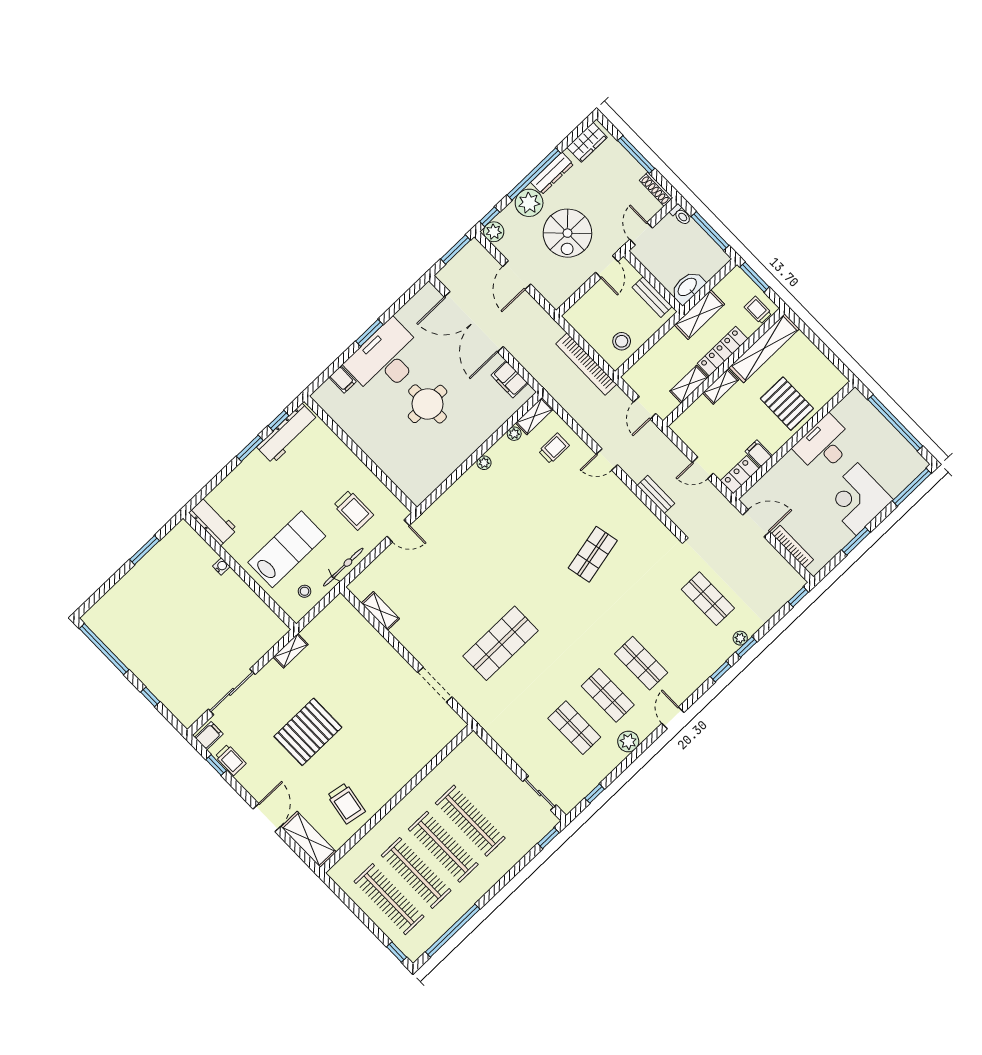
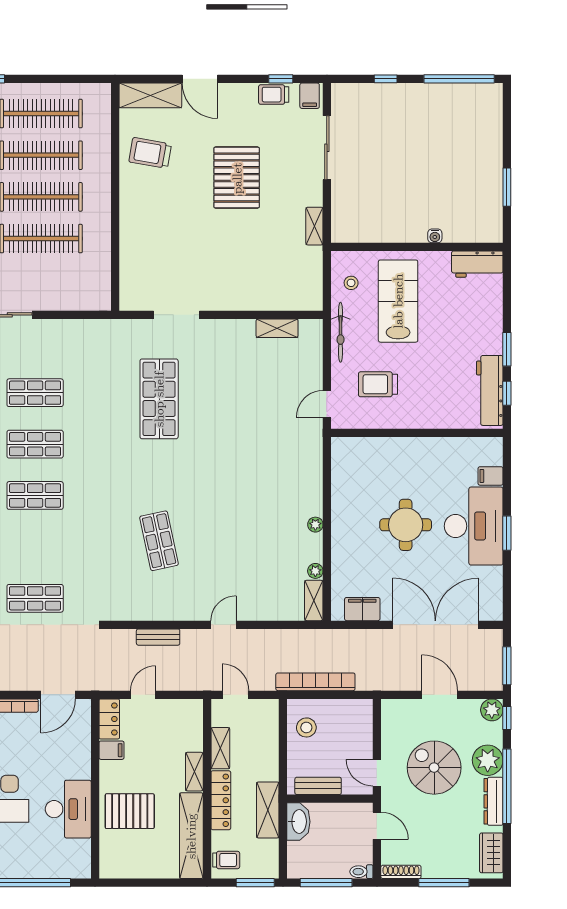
trolley: (554, 448) -> (273, 591), removed
lab bench: (287, 549) -> (398, 301), turned 180

